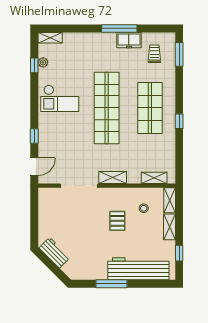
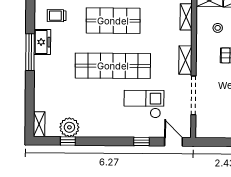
plant: (43, 62) -> (69, 127), width x1.87, depth x1.87
checkout: (60, 98) -> (144, 104), moved, turned -90

